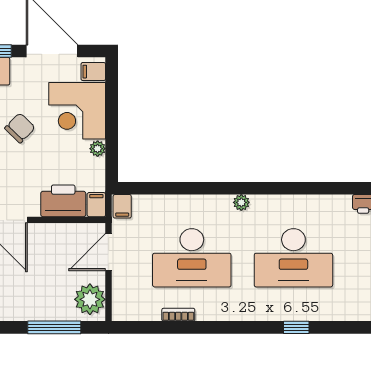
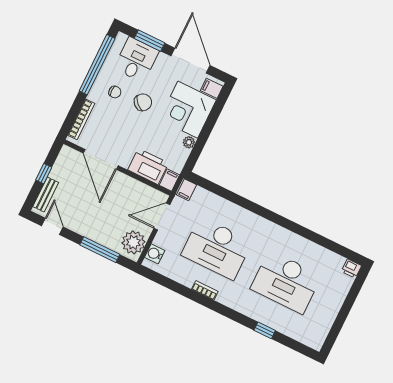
plant: (241, 202) -> (269, 227), removed
water cooler: (122, 301) -> (155, 254), added
bookcase: (178, 315) -> (205, 290), moved

